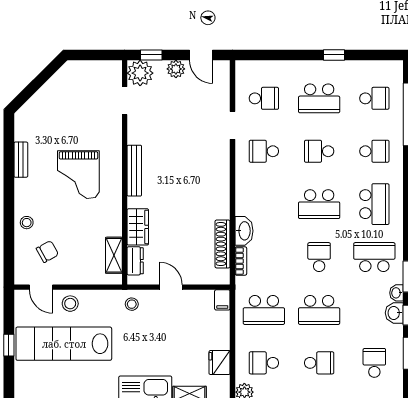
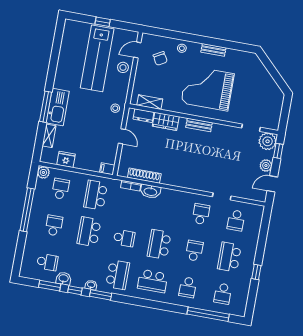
bench: (21, 160) -> (213, 50), moved
bench: (134, 171) -> (199, 125), width x0.73
grand piano: (78, 175) -> (208, 88), width x1.37, depth x1.48
door: (171, 287) -> (122, 136), hinge flipped
washbasin: (394, 313) -> (64, 279), moved
lab bench: (64, 344) -> (97, 58), turned 180
school desk: (319, 363) -> (54, 225), turned 180

